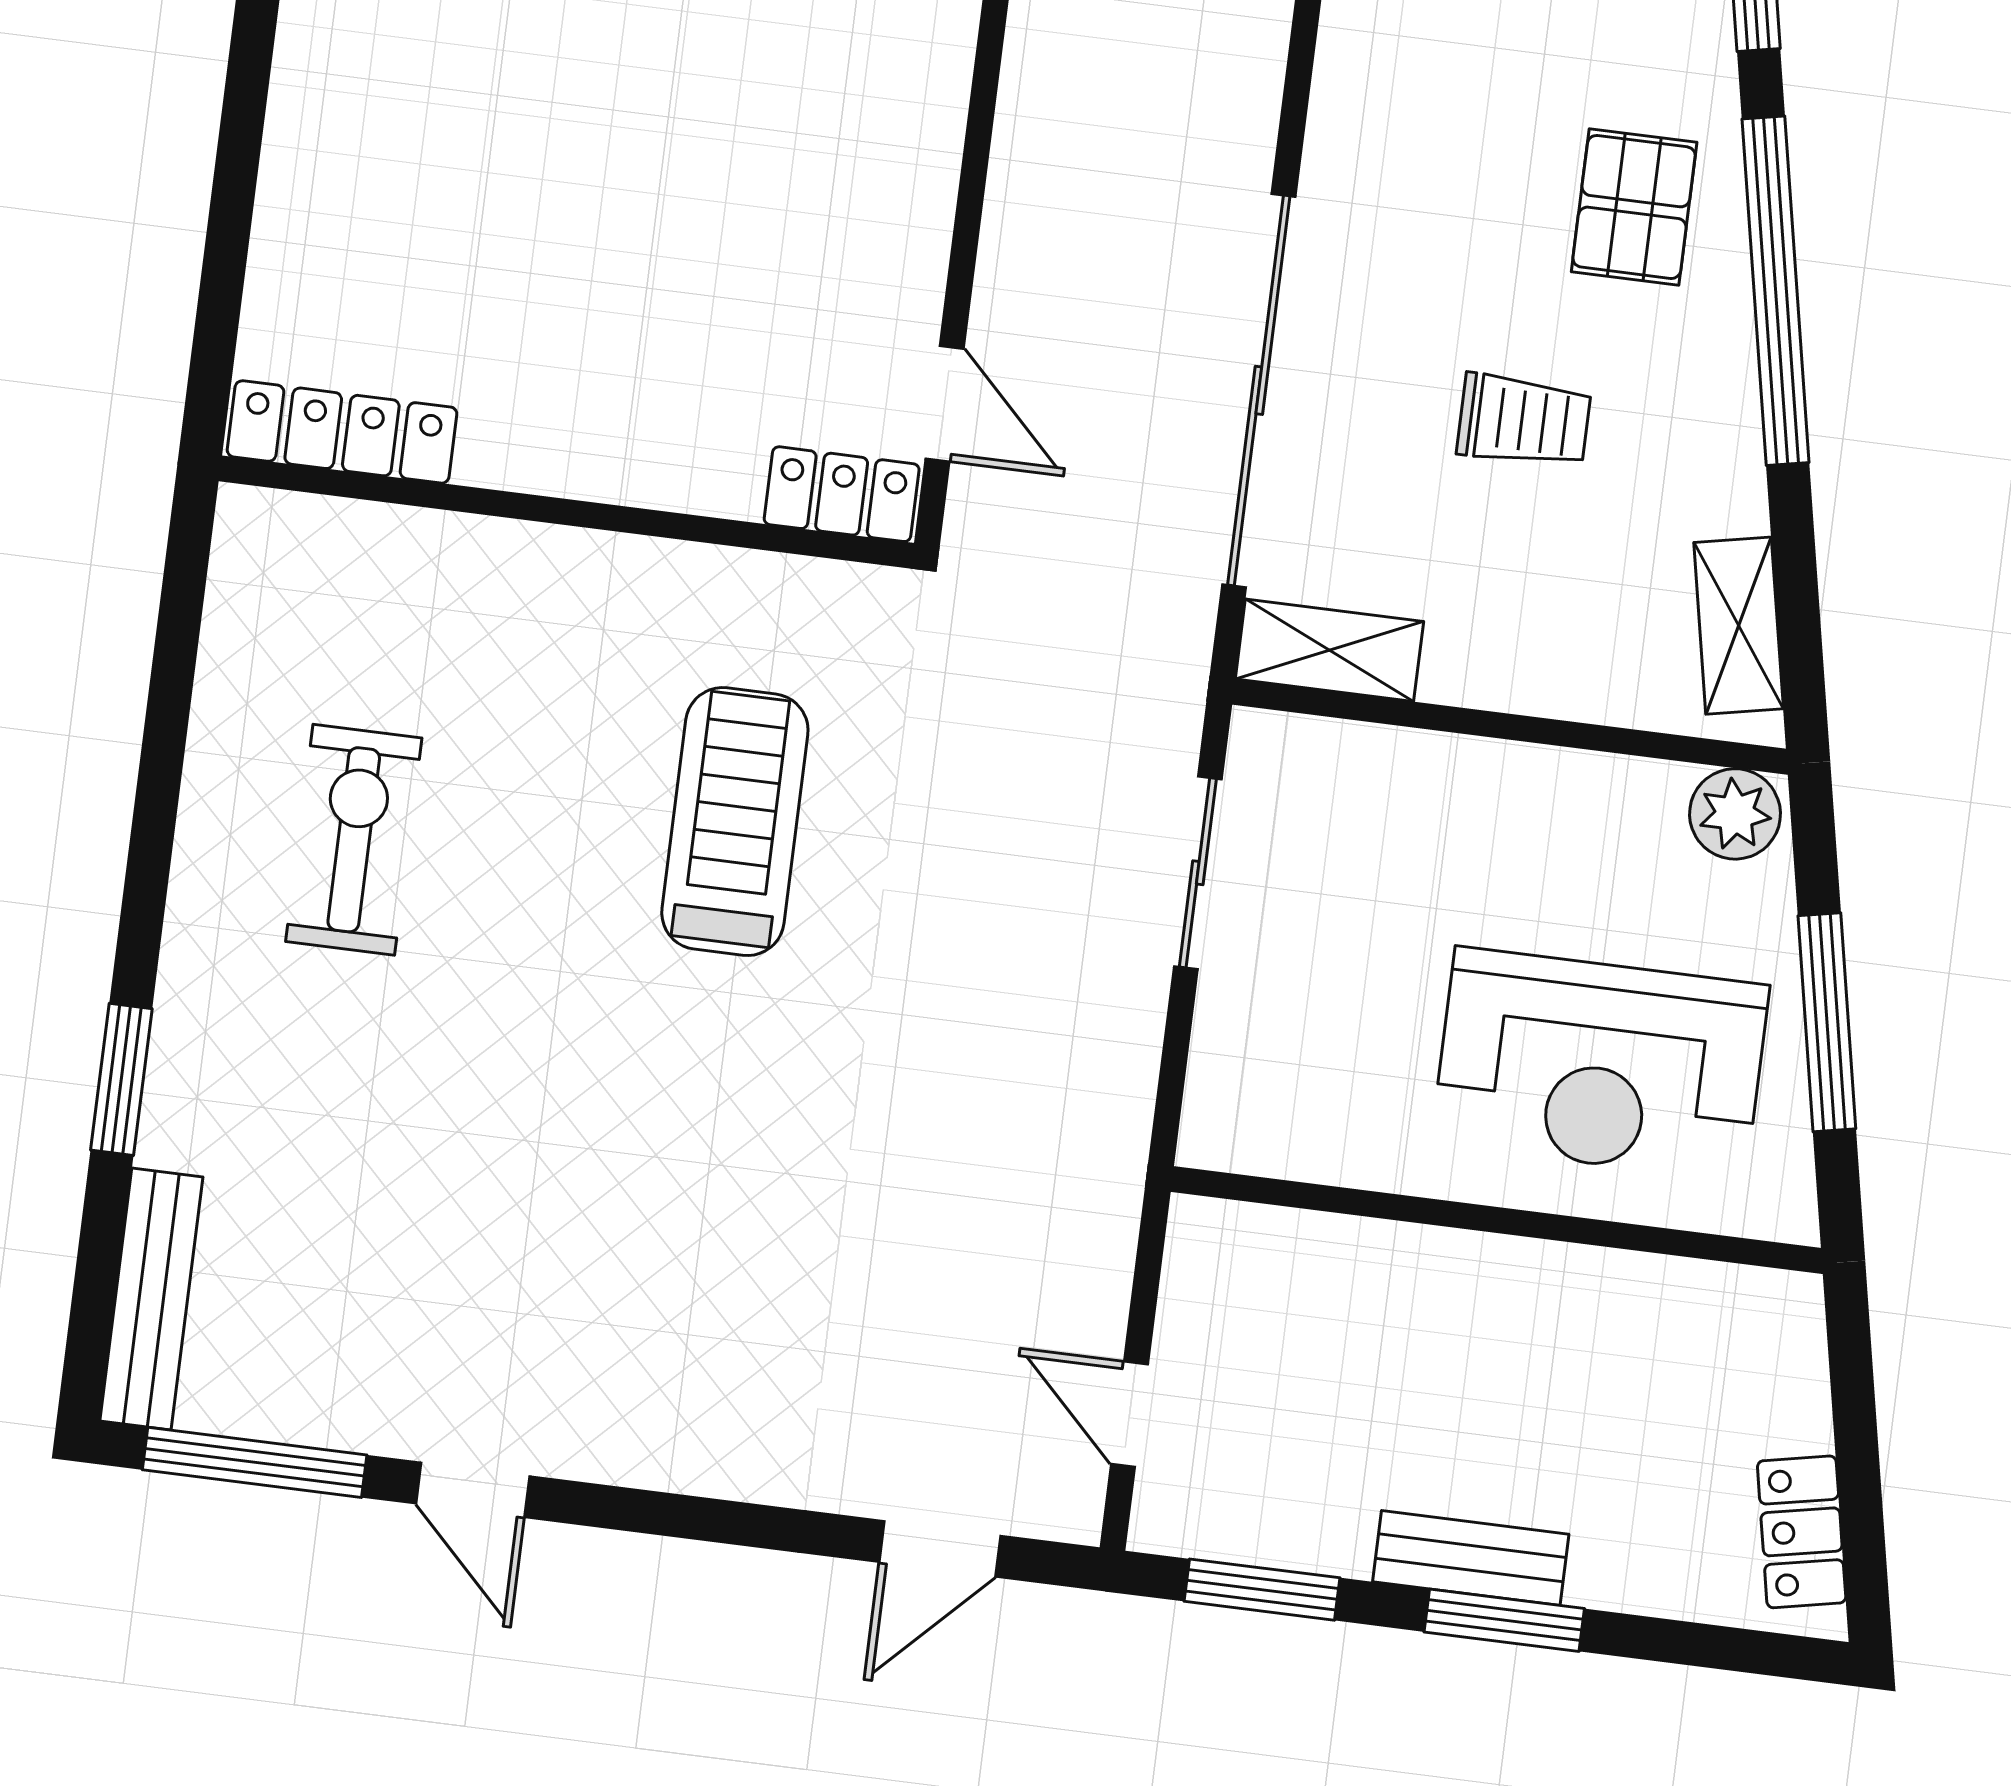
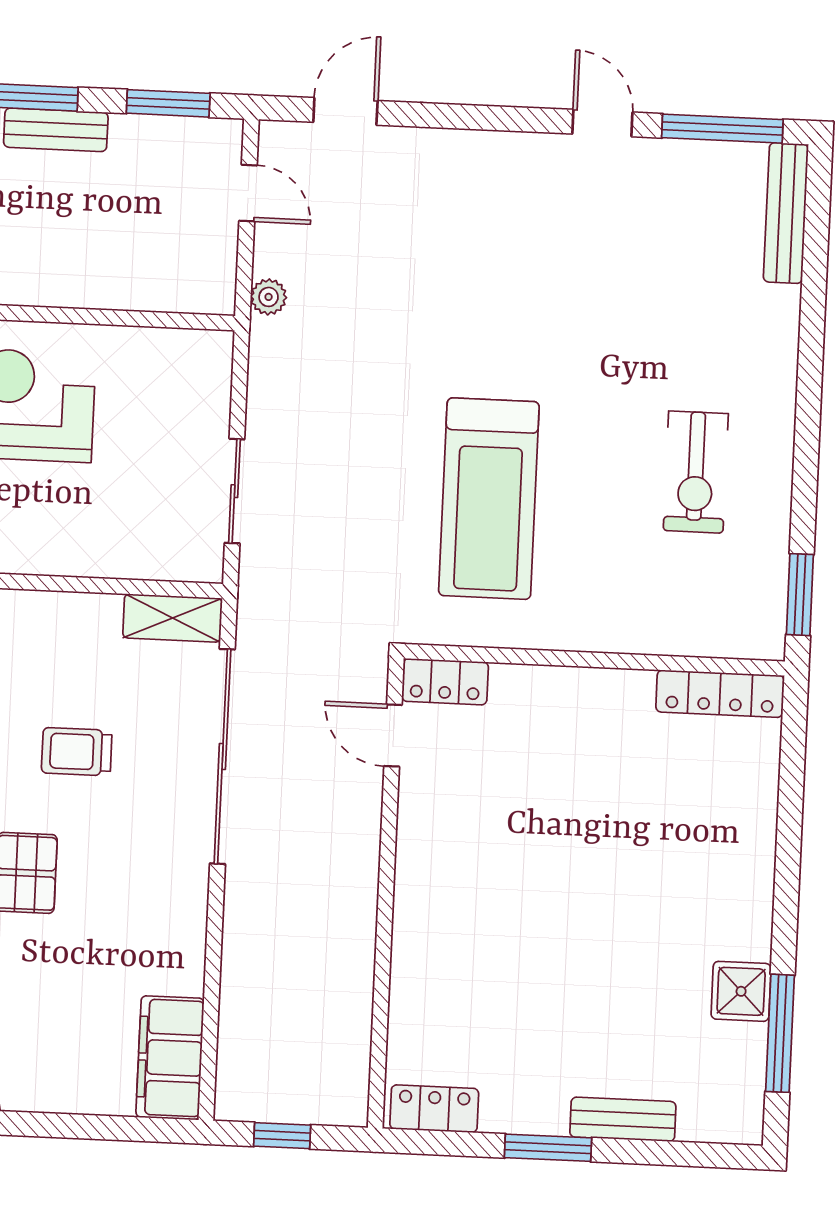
treadmill: (735, 822) -> (489, 499), width x1.37, depth x1.38
window: (121, 1079) -> (800, 595), moved
plant: (1107, 1222) -> (269, 297), added

